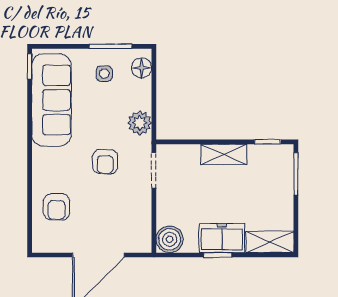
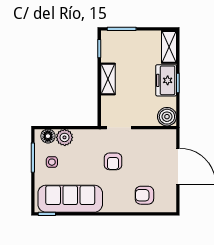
plant: (140, 123) -> (65, 137), moved
armchair: (105, 162) -> (113, 161), turned 90
armchair: (56, 207) -> (144, 195), turned 180

